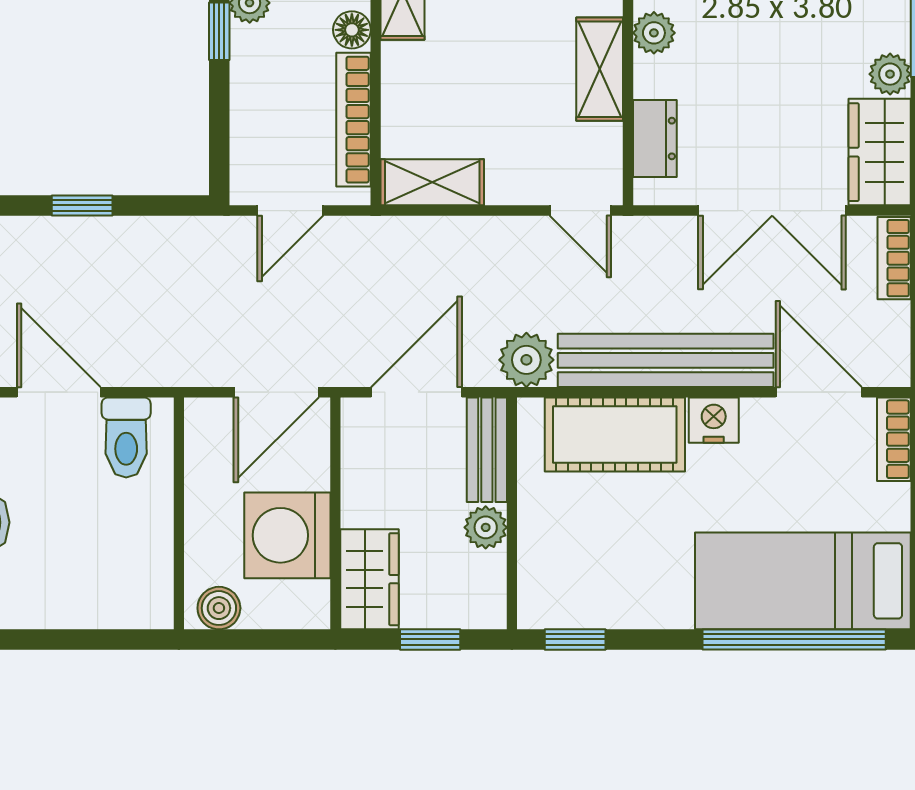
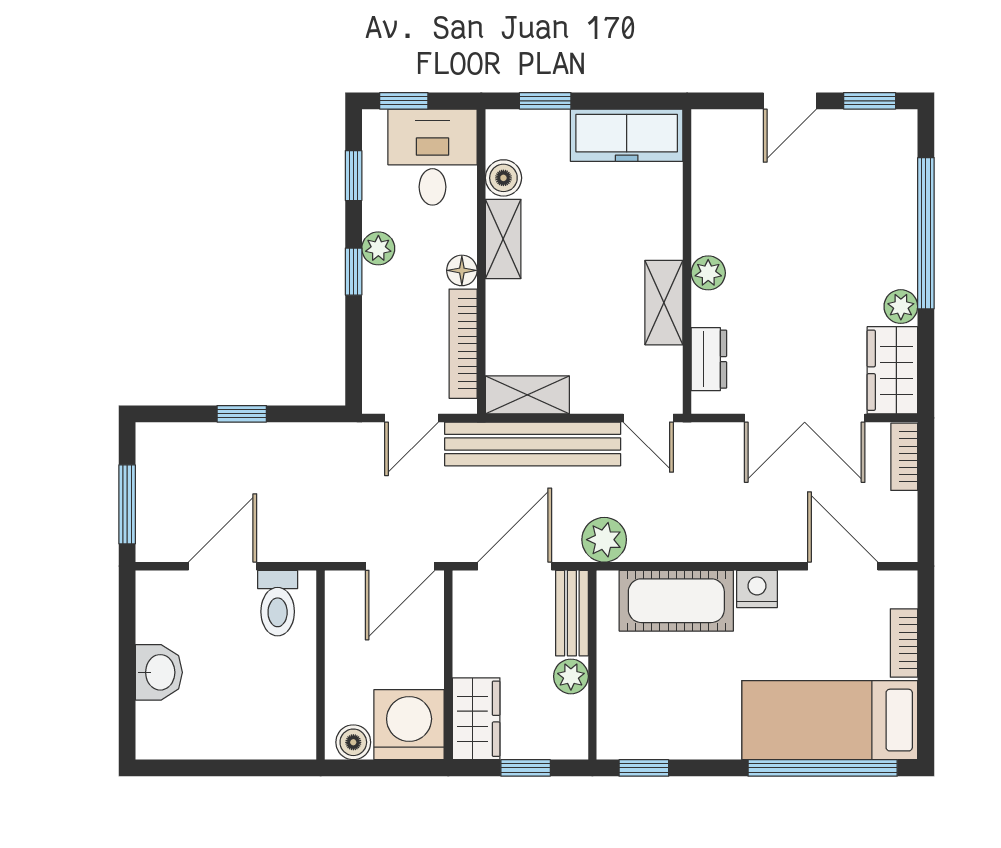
bench: (666, 360) -> (533, 444), moved
door: (59, 392) -> (223, 566), hinge flipped
bookcase: (894, 439) -> (904, 643), moved
washing machine: (287, 535) -> (409, 725), moved, turned 90

